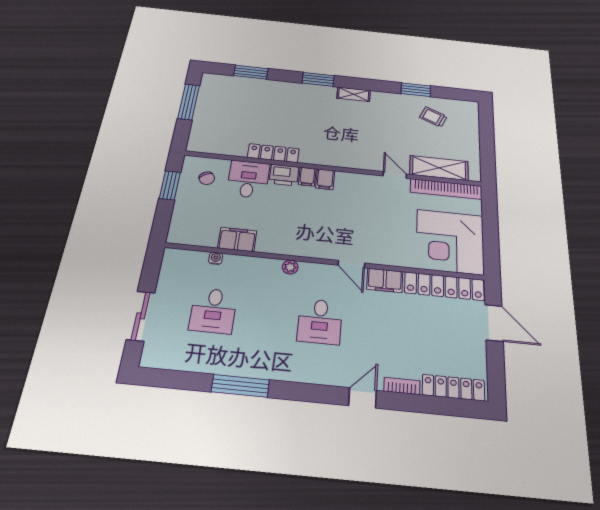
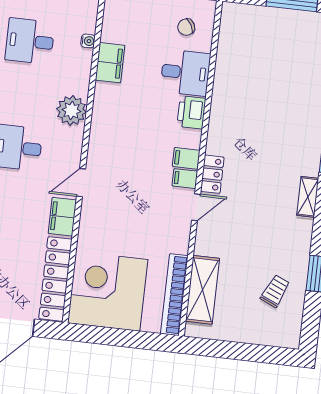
locker: (273, 153) -> (212, 174), moved, width x0.66
door: (395, 175) -> (196, 207), moved
filing cabinet: (307, 177) -> (185, 179), moved
plant: (290, 267) -> (71, 110), width x1.88, depth x1.88

